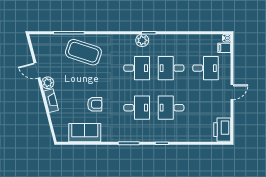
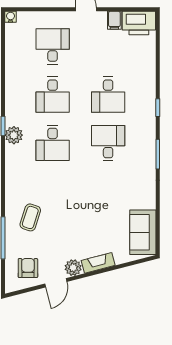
filing cabinet: (224, 48) -> (114, 20), moved
coffee table: (83, 52) -> (30, 217), width x0.54, depth x0.58
desk: (137, 68) -> (53, 143), turned 180
armchair: (95, 104) -> (28, 268), moved
sofa: (85, 133) -> (143, 232), moved

